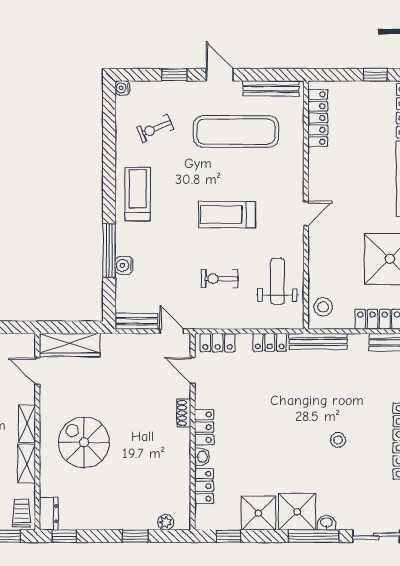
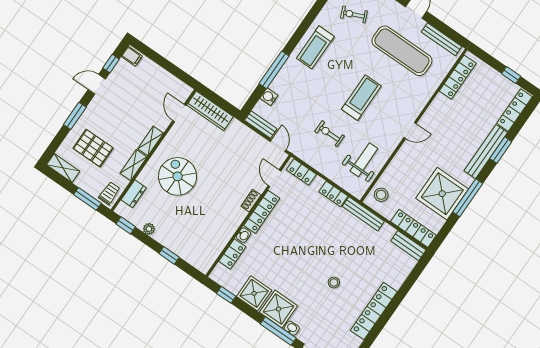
treadmill: (138, 194) -> (315, 47), turned 180
treadmill: (227, 214) -> (361, 98), turned 90
water cooler: (124, 265) -> (269, 97), moved
locker: (204, 427) -> (262, 212), width x1.53
dresser: (49, 514) -> (134, 194), moved
plant: (166, 522) -> (149, 229), moved

